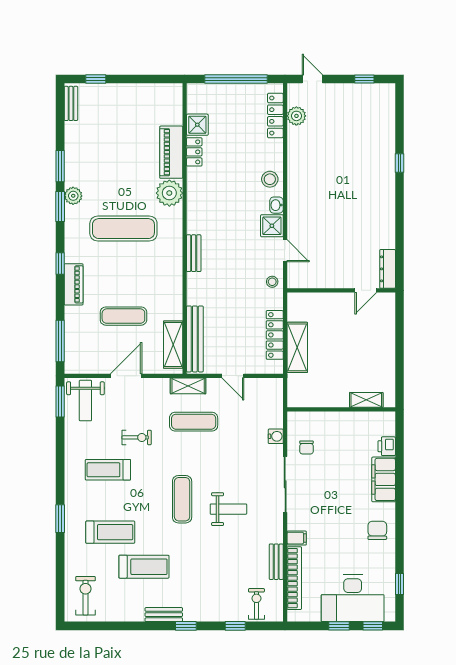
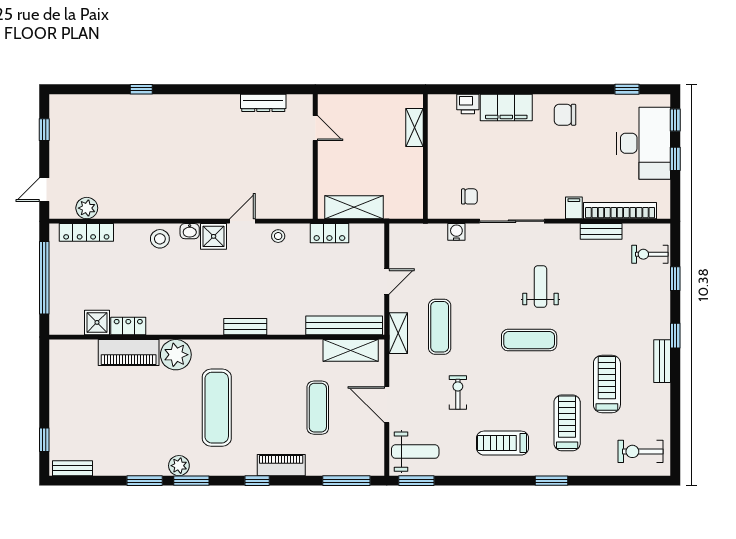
wall: (341, 290) -> (315, 156), moved
door: (366, 290) -> (315, 128), moved
locker: (275, 335) -> (329, 233), width x0.66
treadmill: (108, 470) -> (503, 443), moved, turned 90

